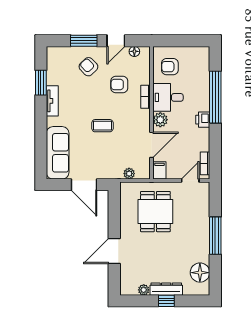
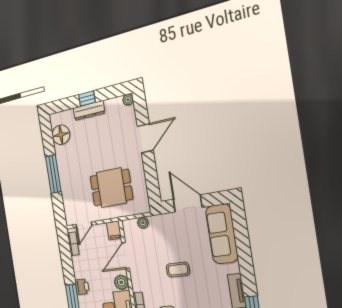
dining table: (155, 212) -> (111, 188), turned 90
plant: (144, 290) -> (128, 100), moved

